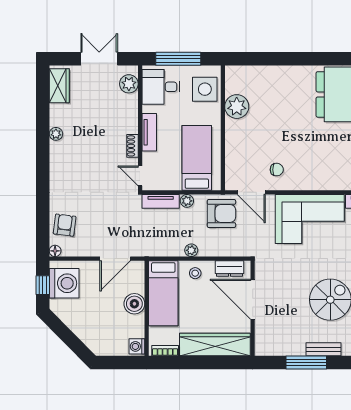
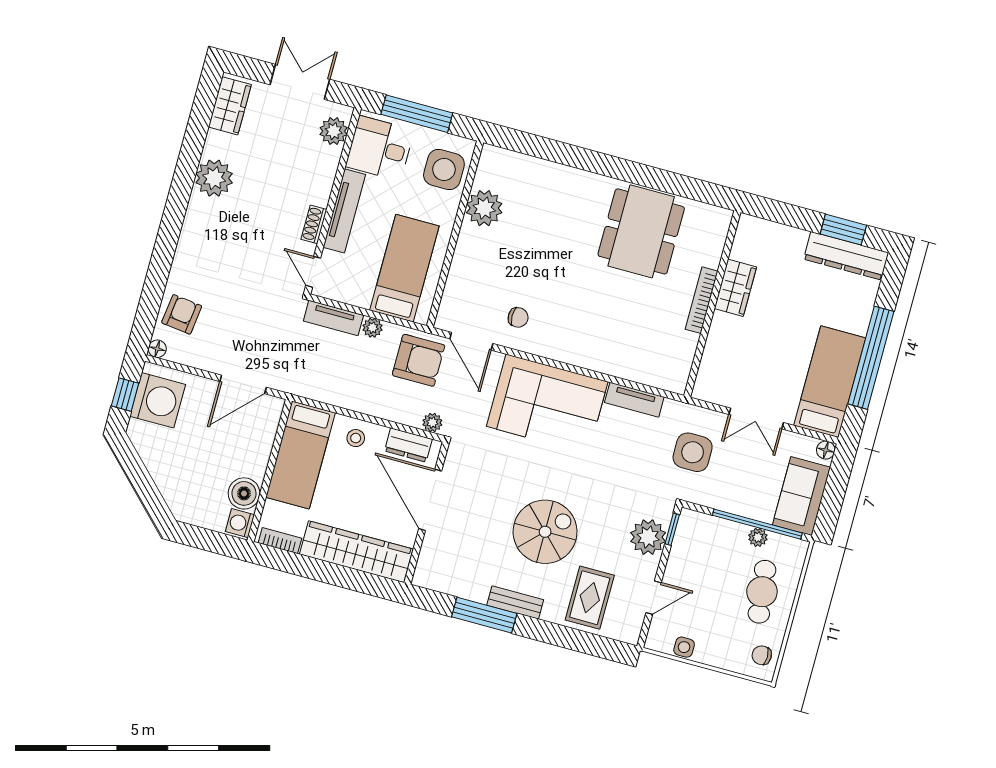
tv unit: (149, 132) -> (344, 211), width x1.41
plant: (56, 134) -> (214, 178), width x1.87, depth x1.87
plant: (191, 250) -> (432, 423), moved
boiler: (134, 304) -> (244, 493), moved

